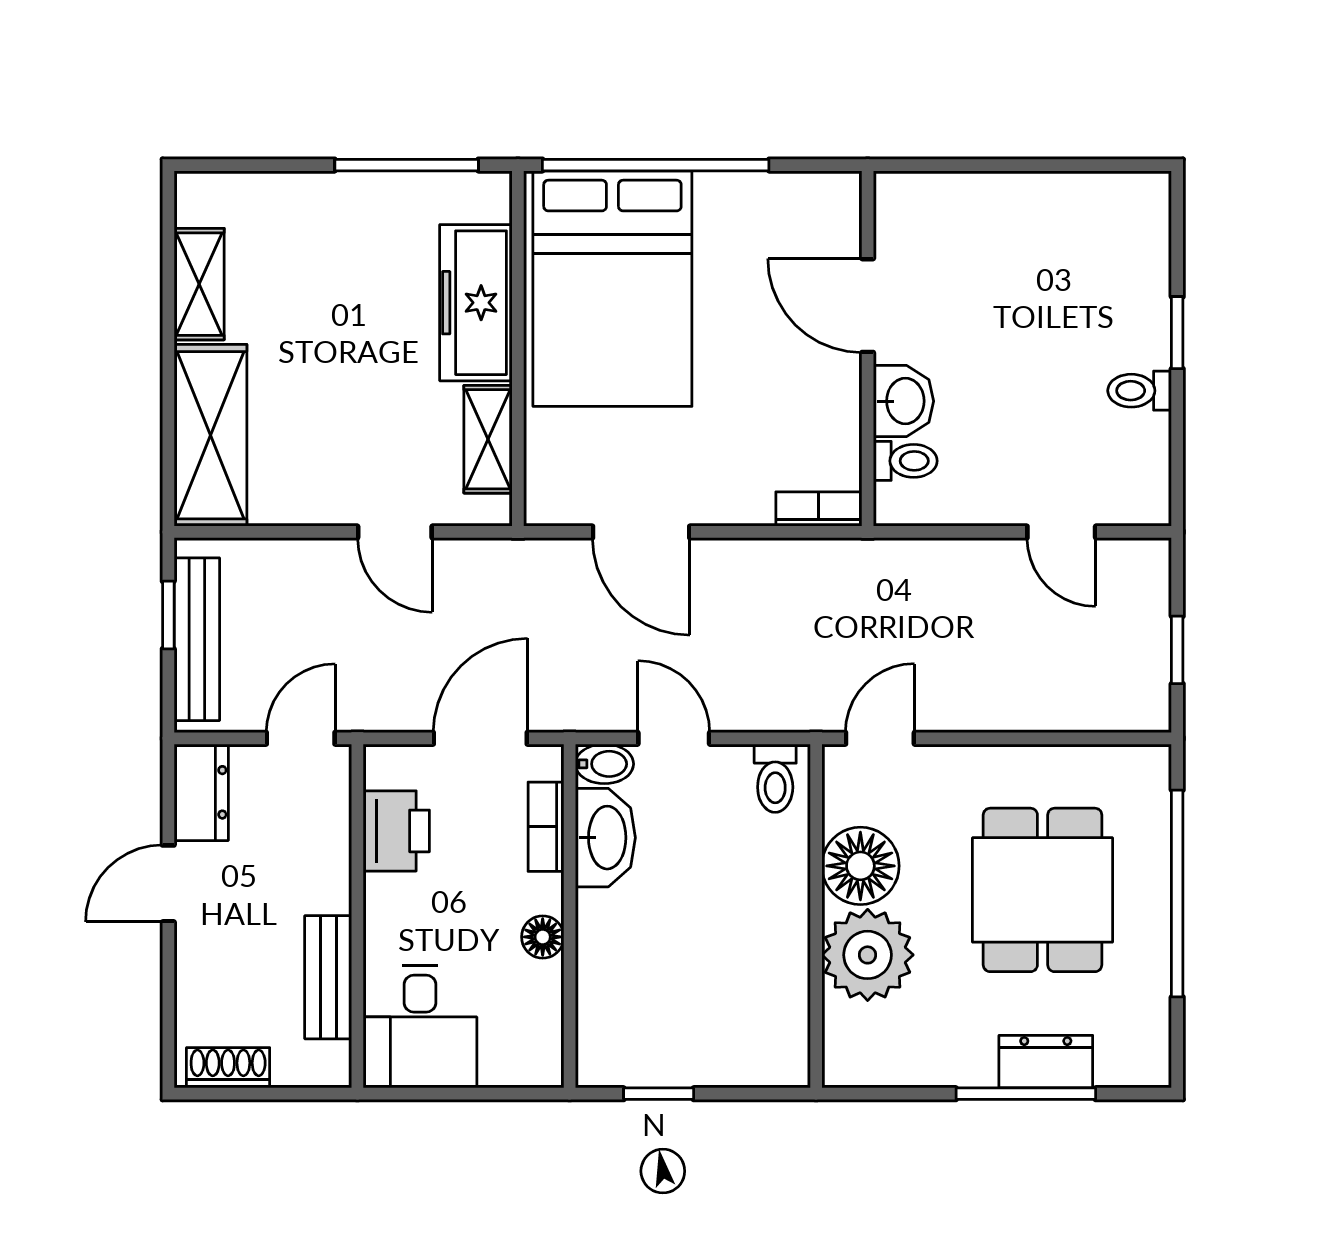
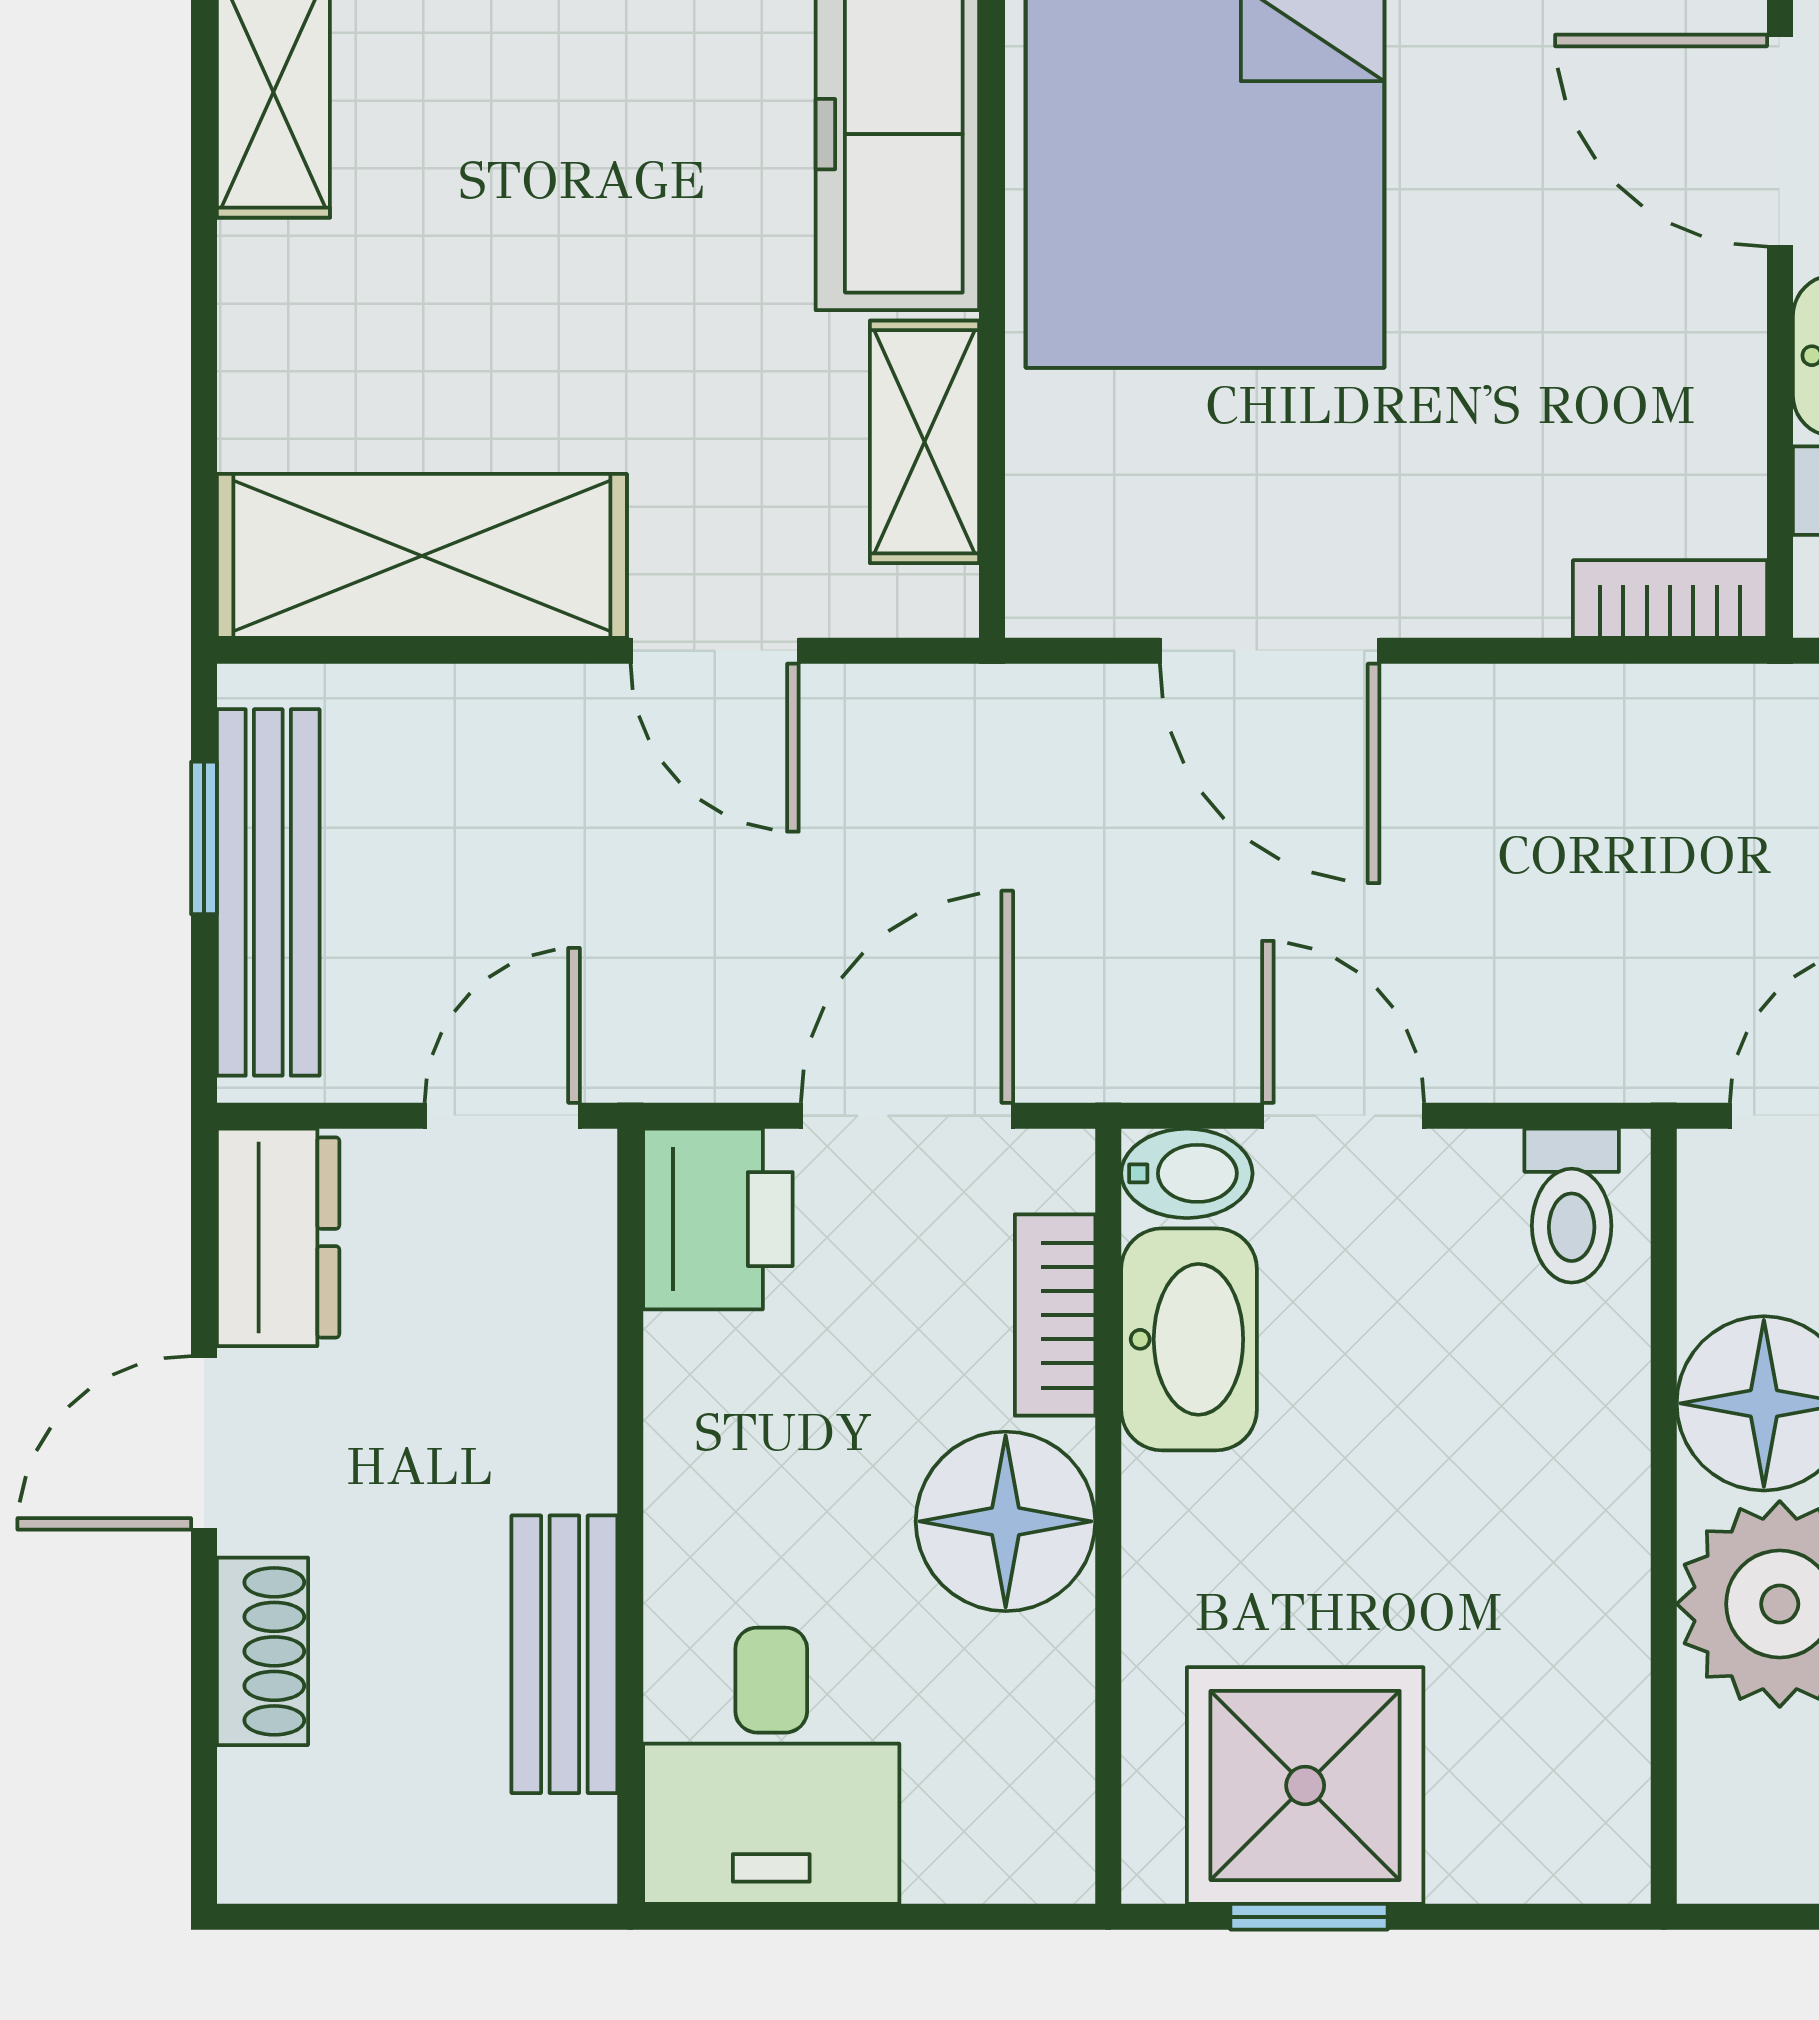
shelving: (210, 435) -> (422, 556), moved, turned 90
printer: (396, 831) -> (718, 1219), moved
floor lamp: (543, 937) -> (1006, 1521), width x1.89, depth x1.89
shower: (657, 1035) -> (1305, 1785), added
shoe rack: (228, 1068) -> (262, 1651), moved, turned 90

